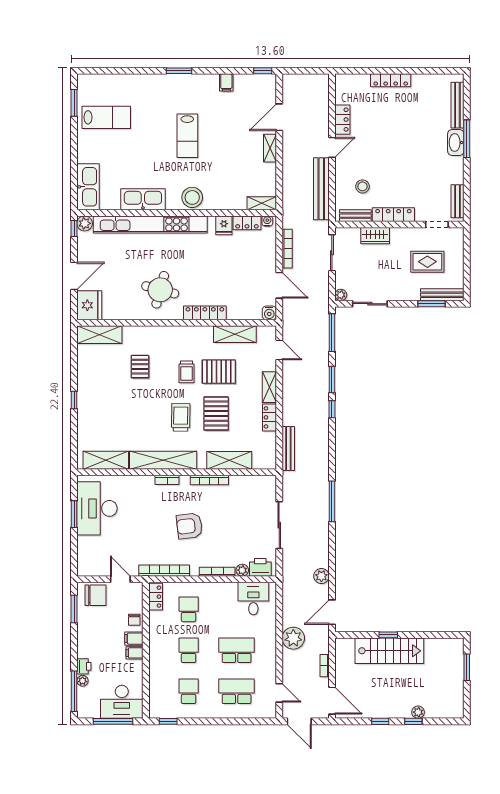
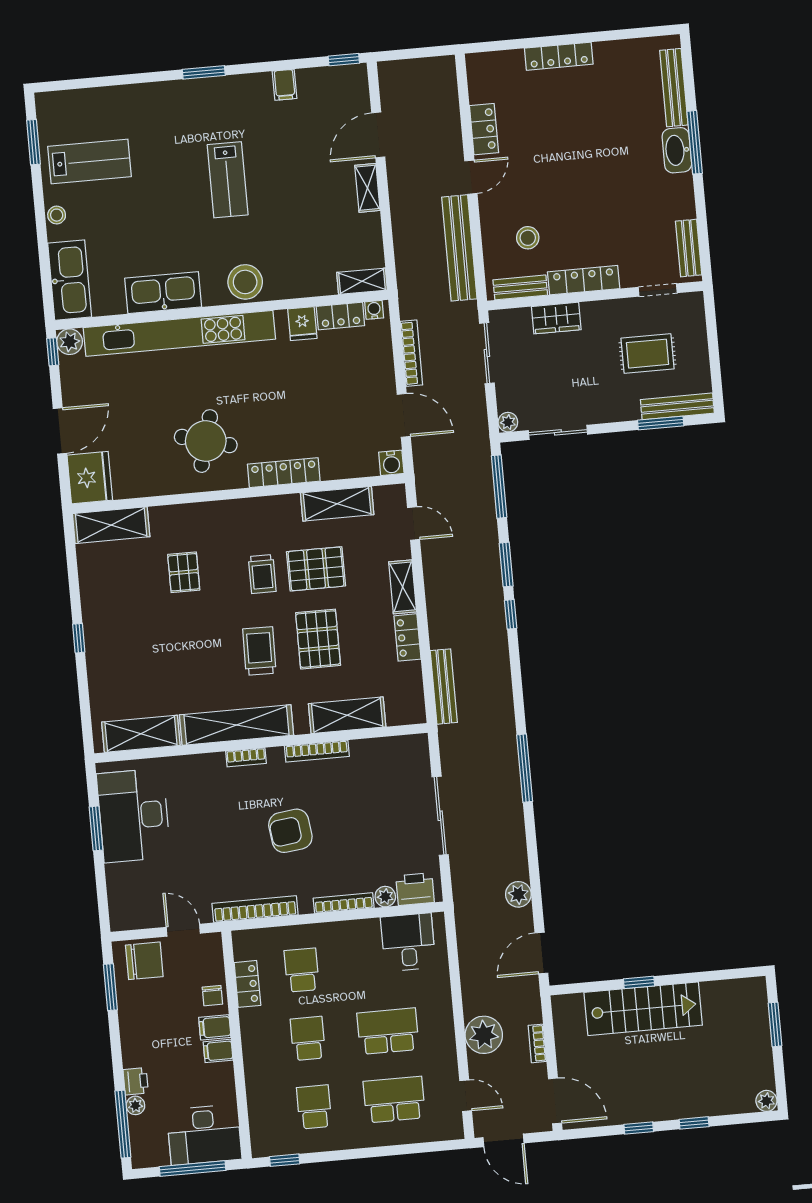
stool: (84, 147) -> (57, 215), added
locker: (156, 597) -> (247, 984), moved
plant: (293, 638) -> (484, 1035), moved
plant: (418, 712) -> (766, 1101), moved

